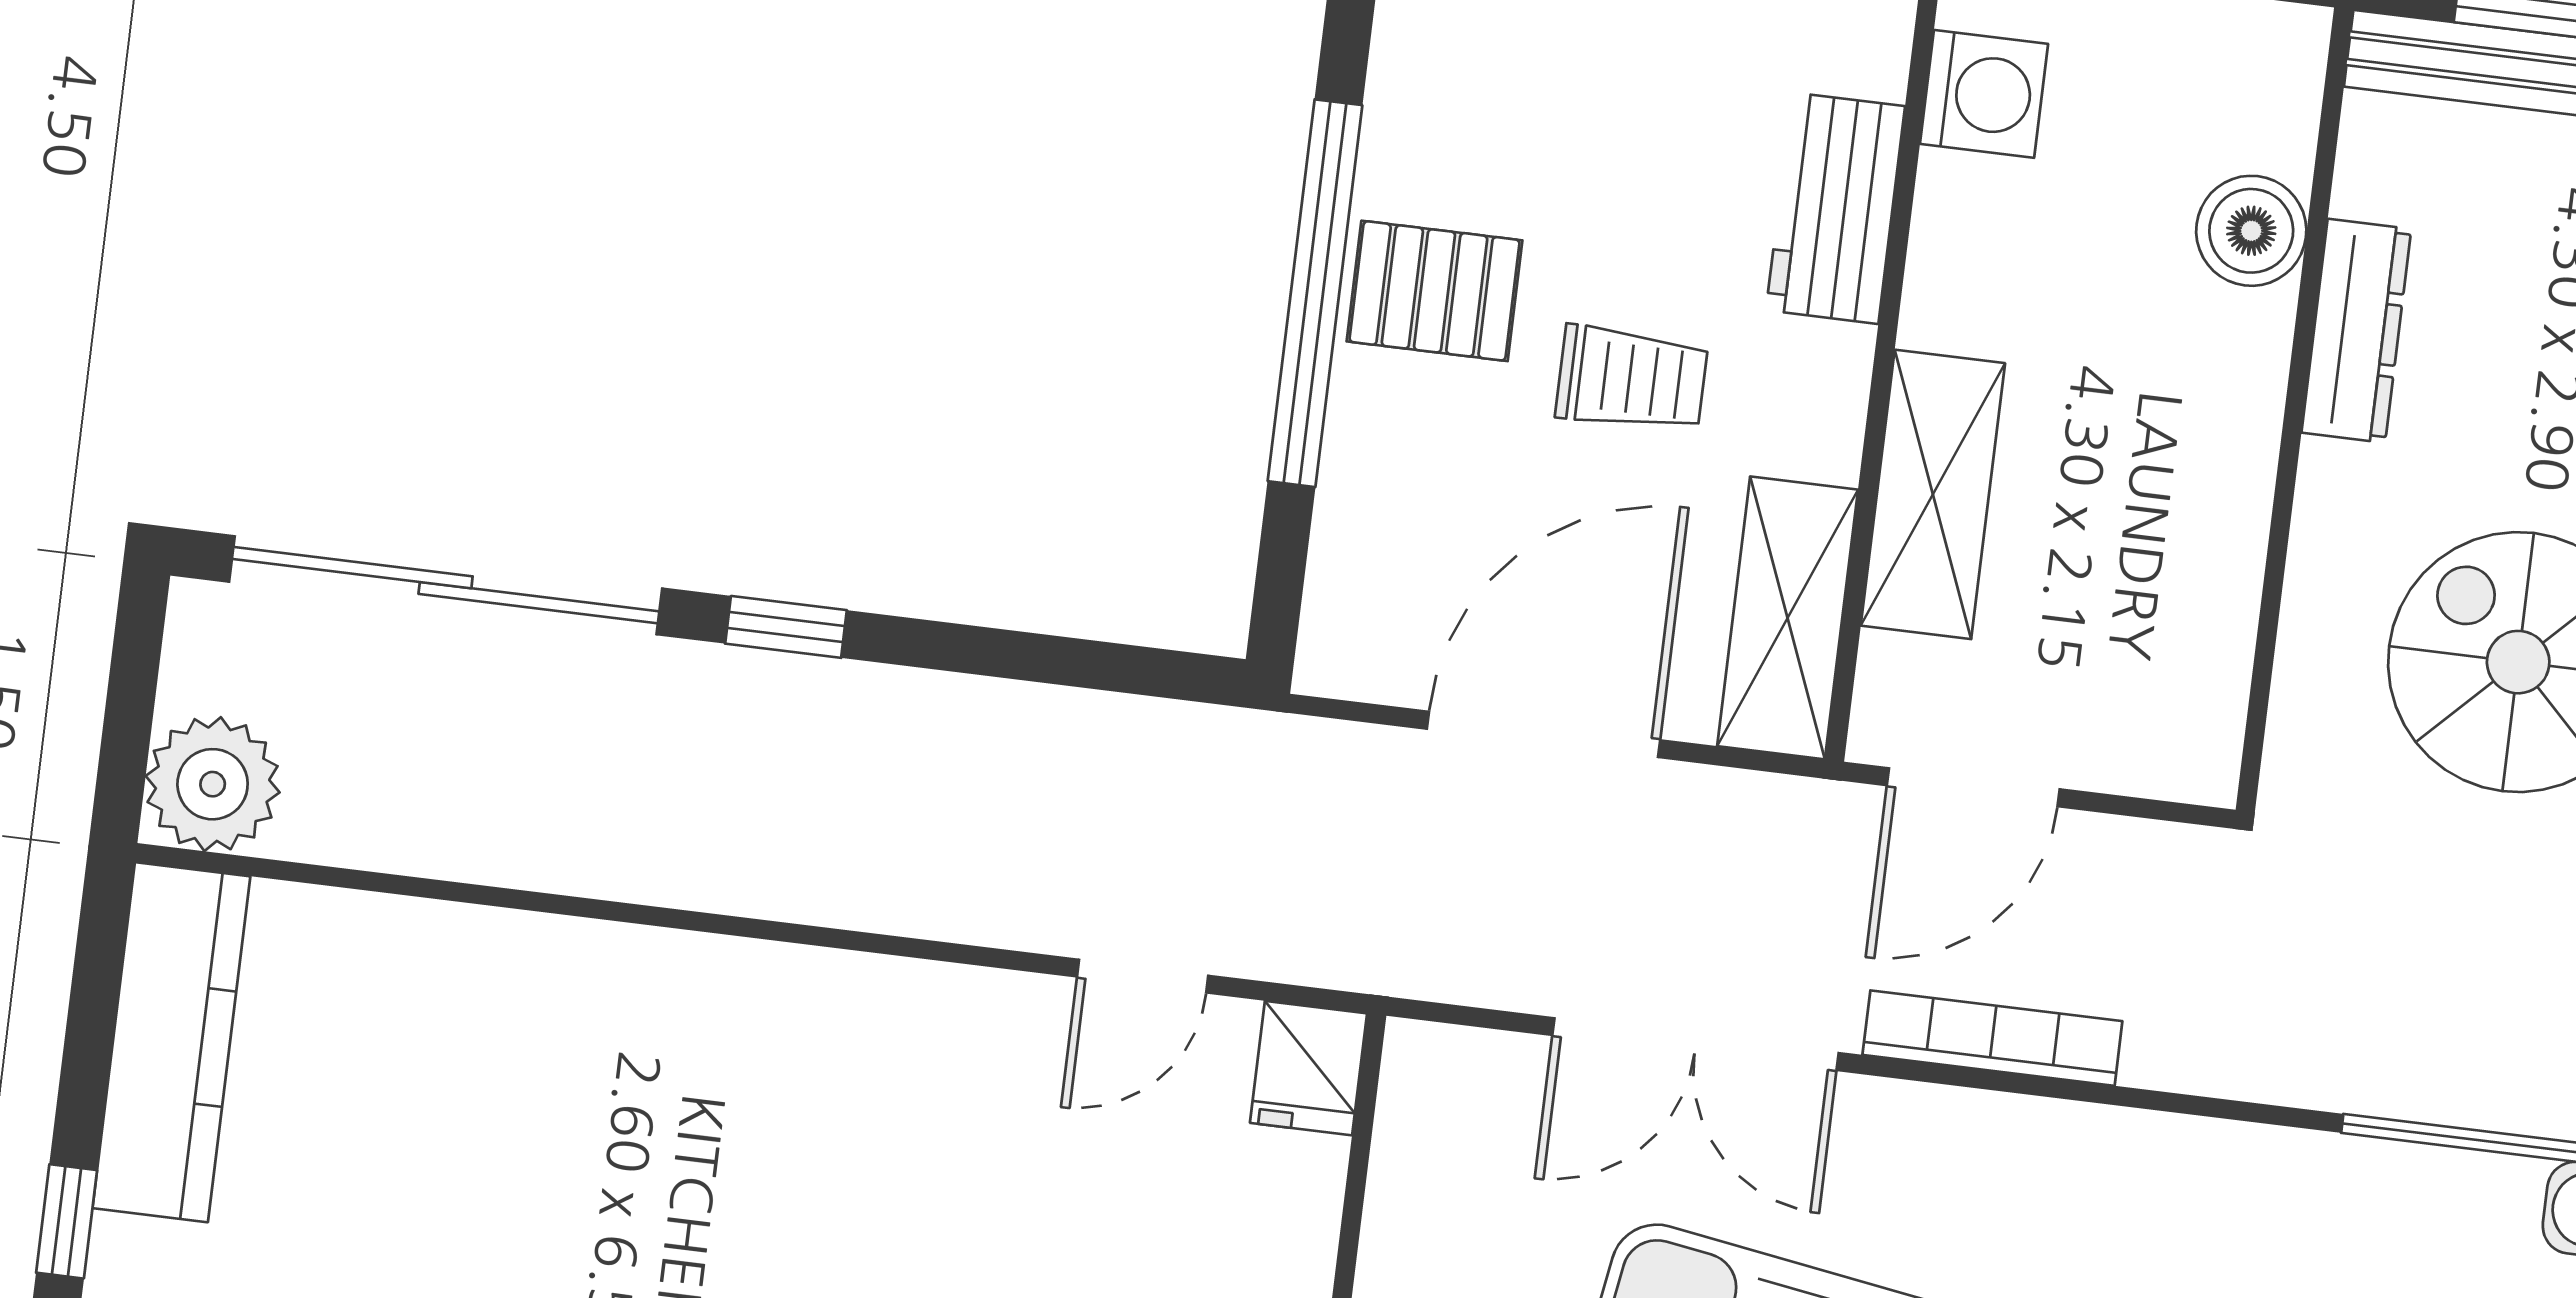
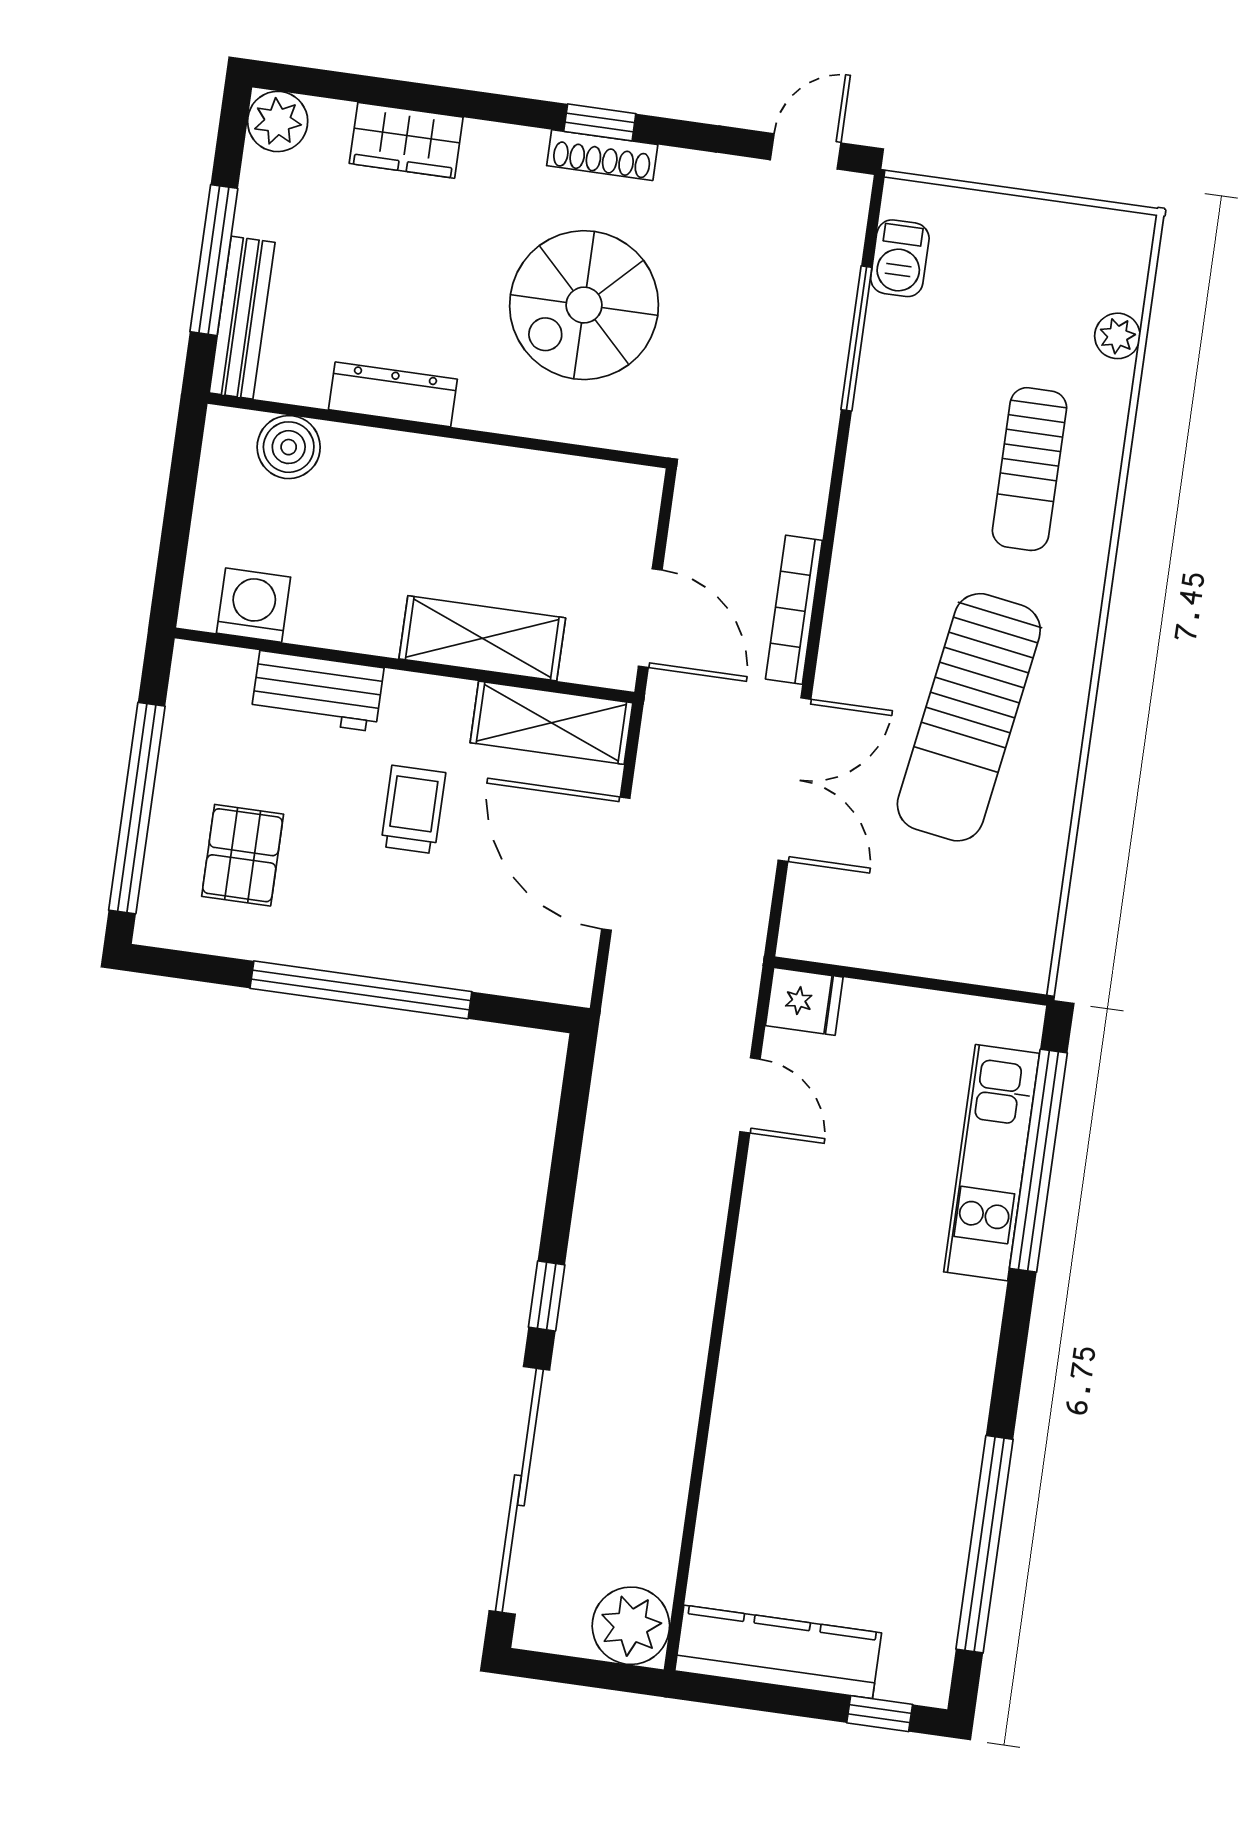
boiler: (2251, 231) -> (289, 447), moved
pallet: (1435, 291) -> (243, 855), moved

